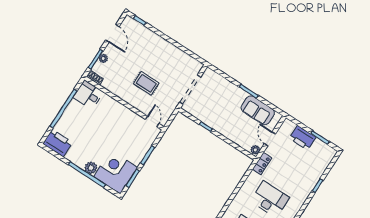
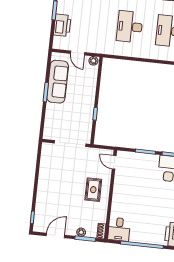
rug: (146, 83) -> (93, 190), moved
sofa: (258, 110) -> (58, 82), width x1.36
door: (152, 121) -> (114, 162), hinge flipped
door: (270, 139) -> (78, 53), hinge flipped
locker: (262, 164) -> (102, 49), removed

